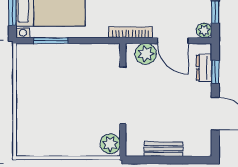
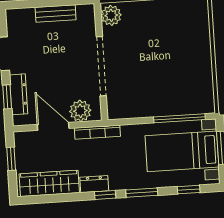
plant: (204, 30) -> (21, 139), removed
window: (51, 41) -> (179, 118), width x1.44
dresser: (204, 68) -> (19, 94), width x1.44

